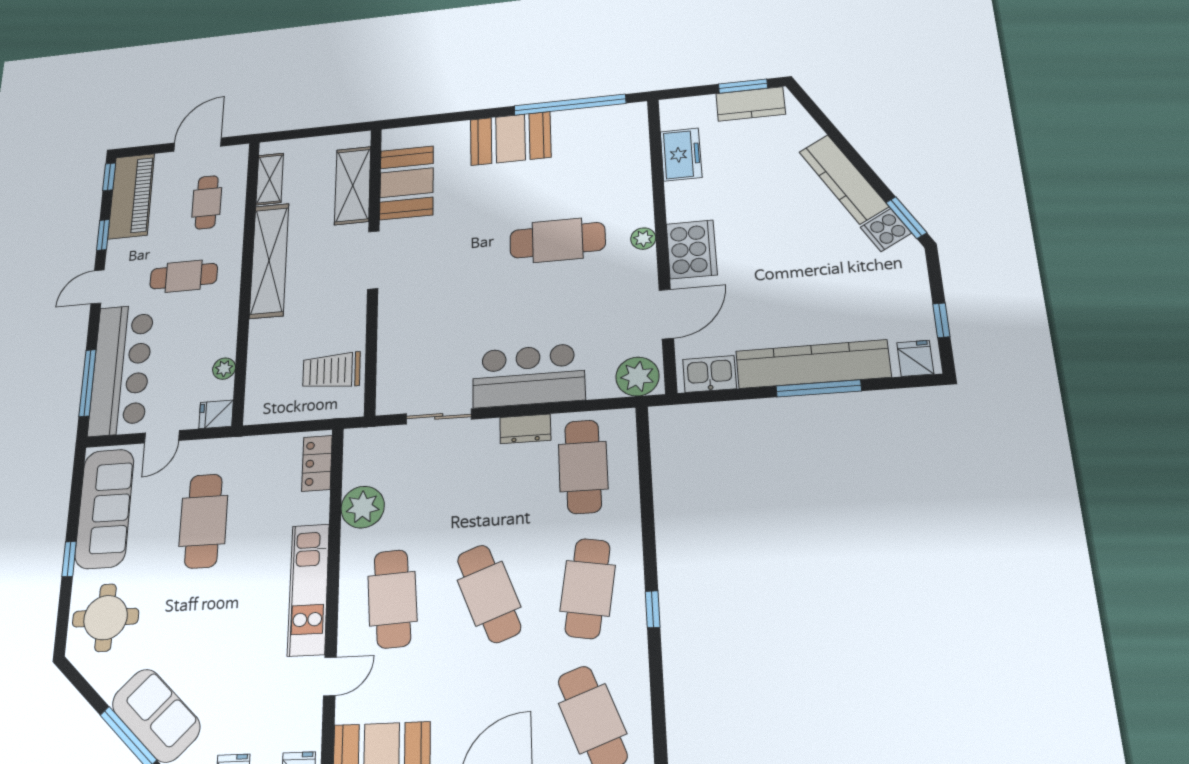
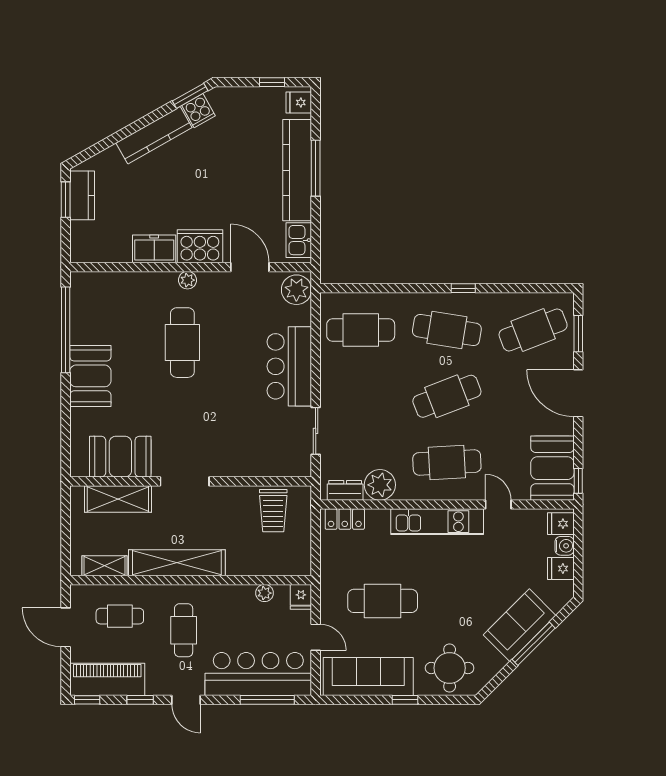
freezer: (681, 155) -> (154, 249), moved
dresser: (525, 429) -> (345, 490), moved, turned -90

